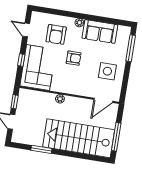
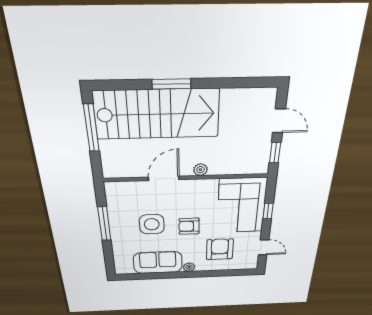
window: (131, 48) -> (104, 224), moved
side table: (107, 71) -> (152, 224), moved
door: (103, 100) -> (164, 178), moved
window: (41, 149) -> (172, 84), moved

